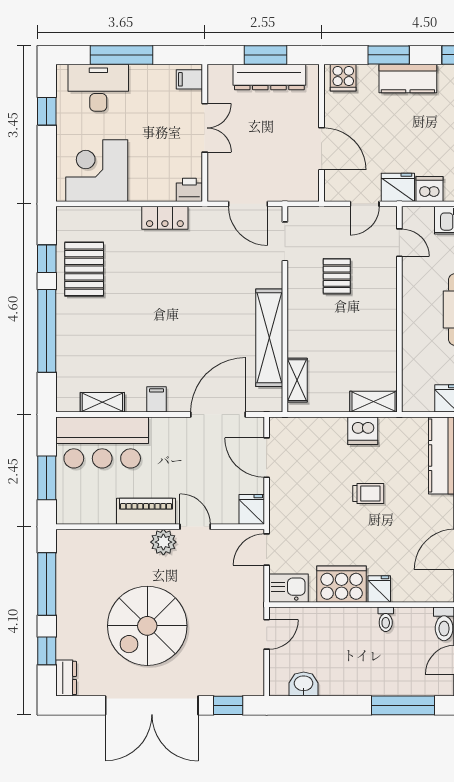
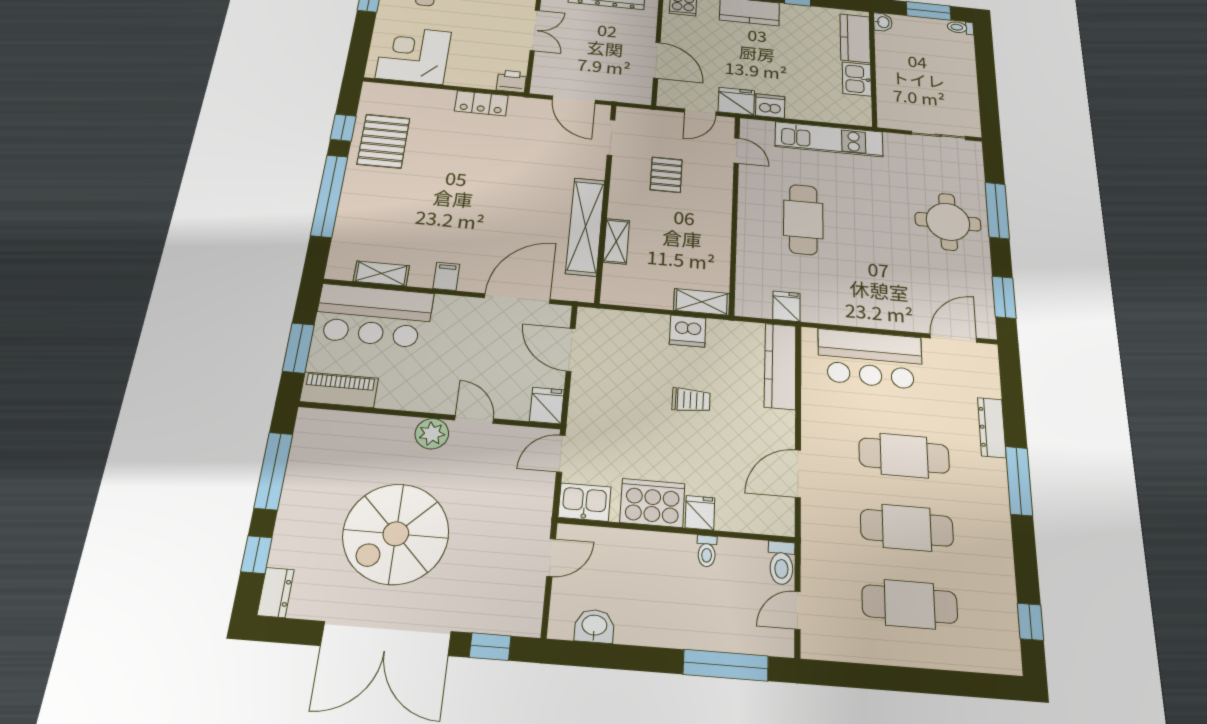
shelving: (297, 380) -> (616, 241), moved
piano: (146, 511) -> (339, 390), moved

